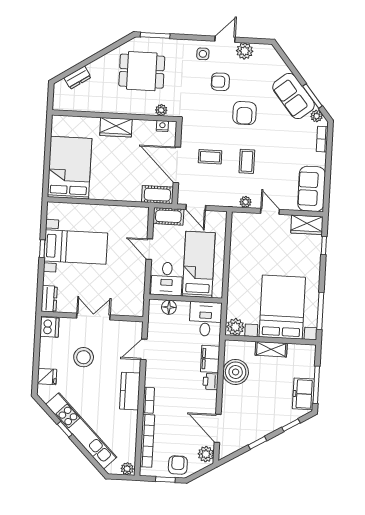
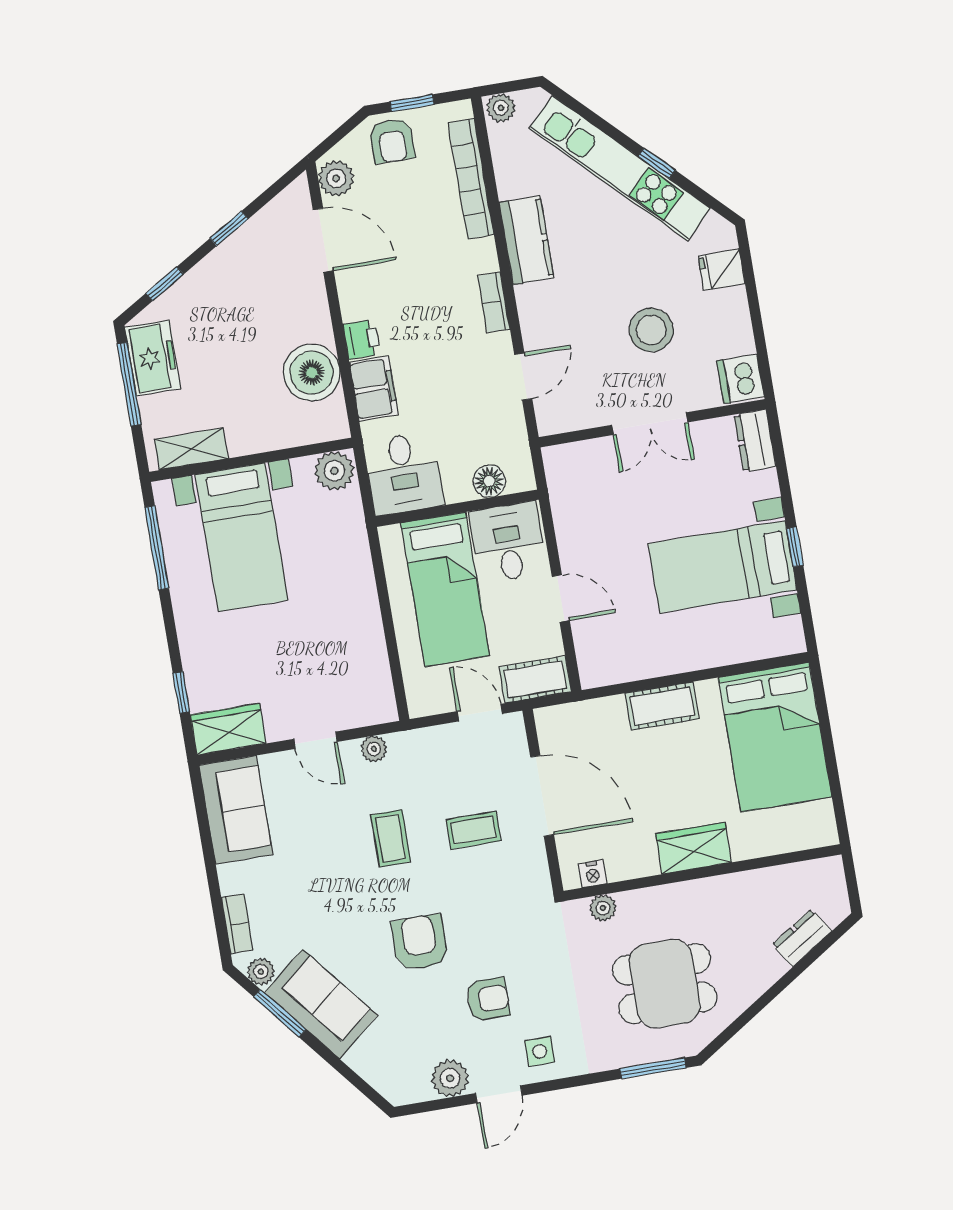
cot: (157, 195) -> (662, 706), moved
bed with nightstands: (282, 307) -> (242, 537), width x0.73
shelving: (271, 349) -> (191, 449), moved
kitchen counter: (130, 391) -> (526, 240), moved
bookcase: (149, 400) -> (494, 302), moved

